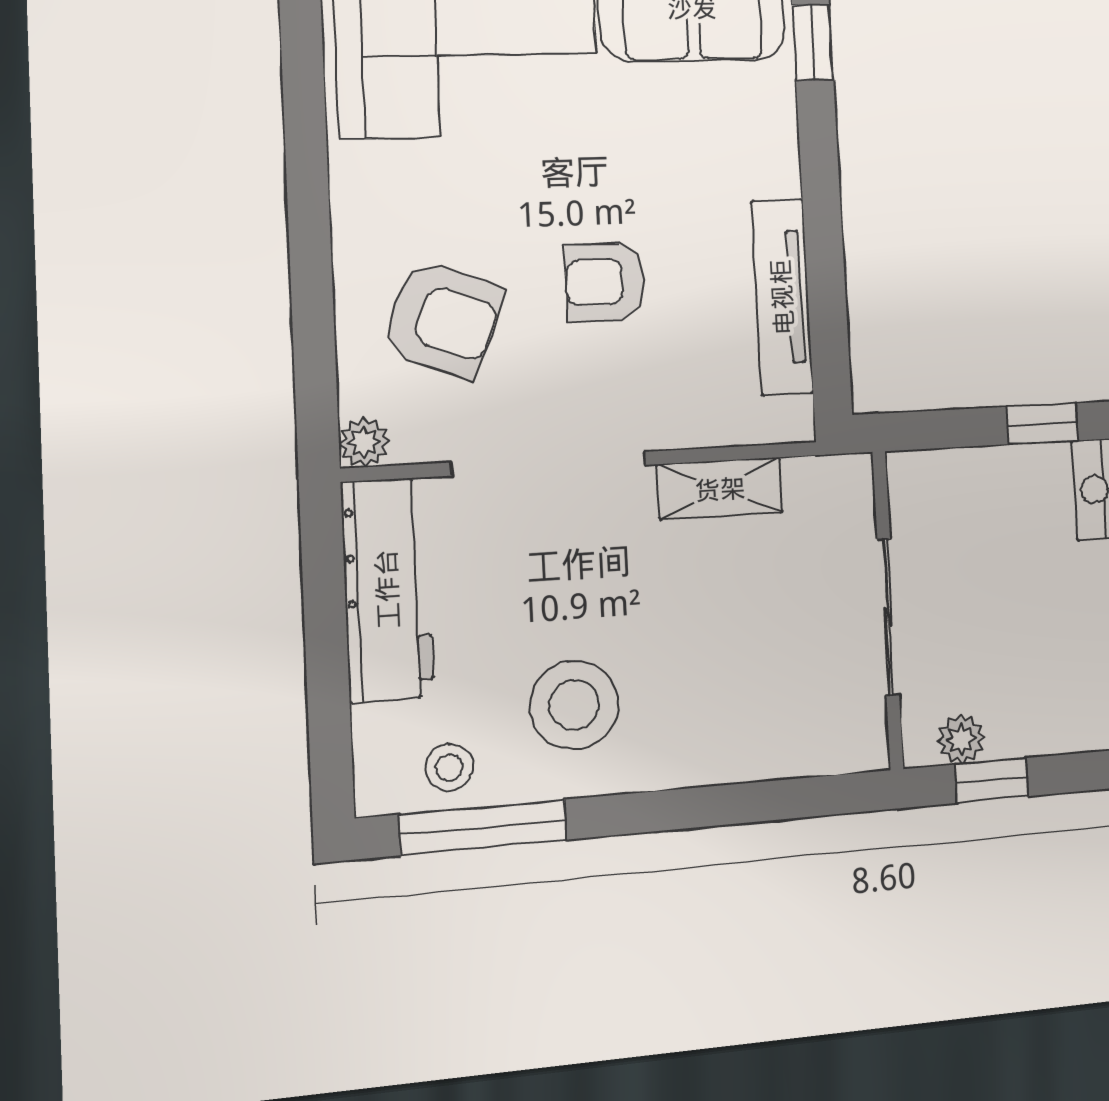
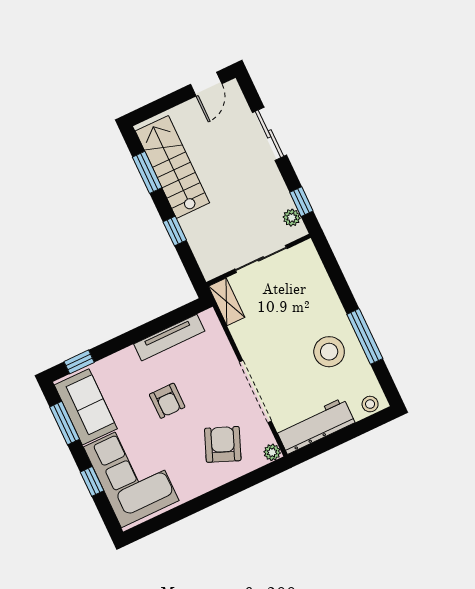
armchair: (605, 282) -> (167, 401), moved
shelving: (720, 489) -> (227, 302), moved
stool: (449, 767) -> (370, 404), moved
window: (483, 827) -> (365, 336), moved

